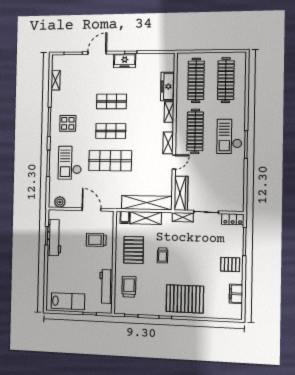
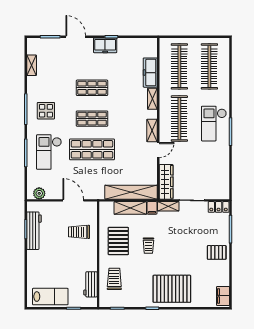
door: (97, 53) -> (76, 37), hinge flipped
filing cabinet: (125, 217) -> (152, 208), moved
workbench: (106, 286) -> (90, 284), width x0.73
filing cabinet: (236, 294) -> (223, 296), moved

